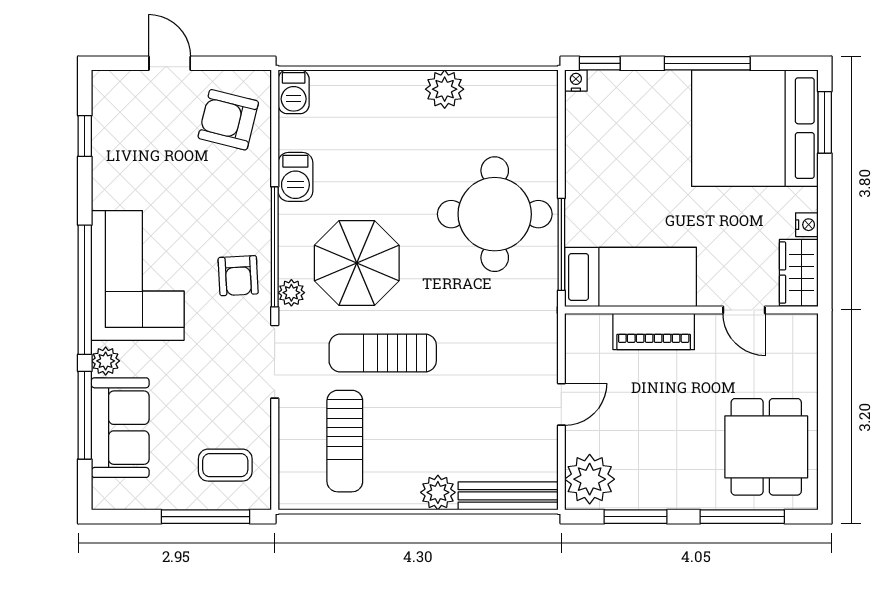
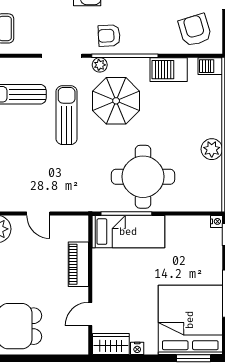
armchair: (228, 120) -> (195, 30), turned -31
barbecue: (295, 177) -> (169, 70), width x1.38, depth x1.27
bed: (631, 277) -> (128, 232), moved, turned -90

